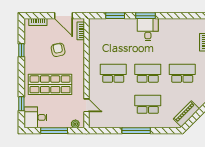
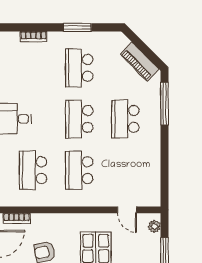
school desk: (113, 42) -> (33, 170), added
door: (86, 105) -> (127, 210), swing flipped
window: (136, 131) -> (164, 104), moved

